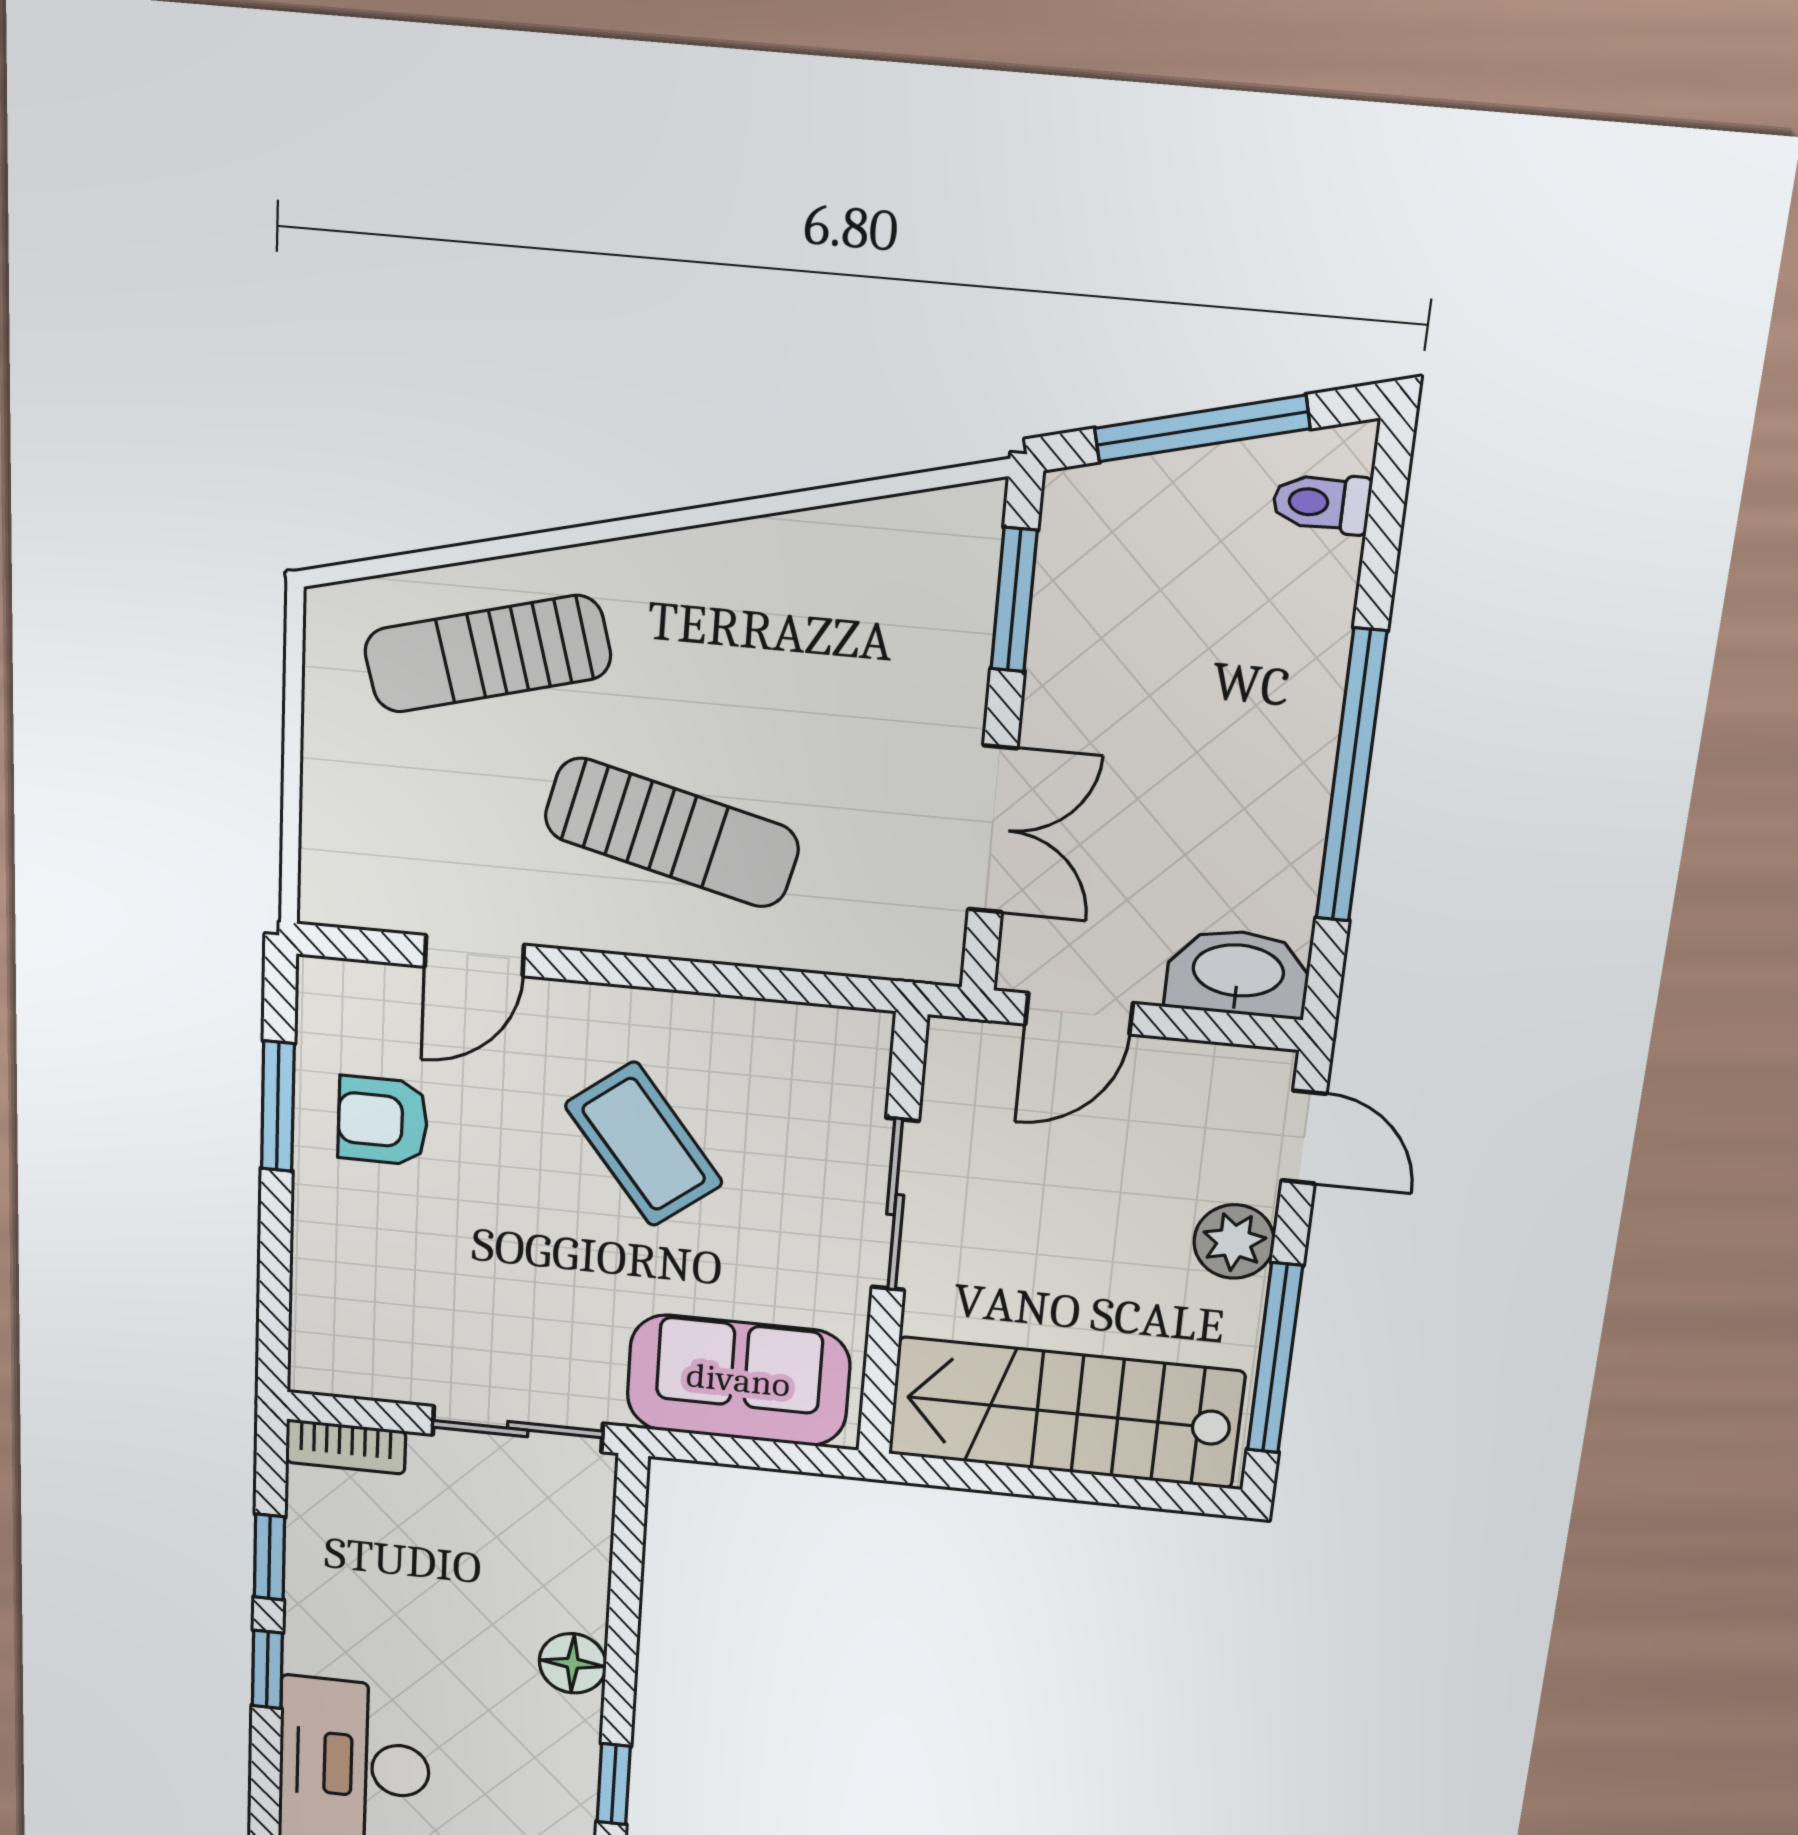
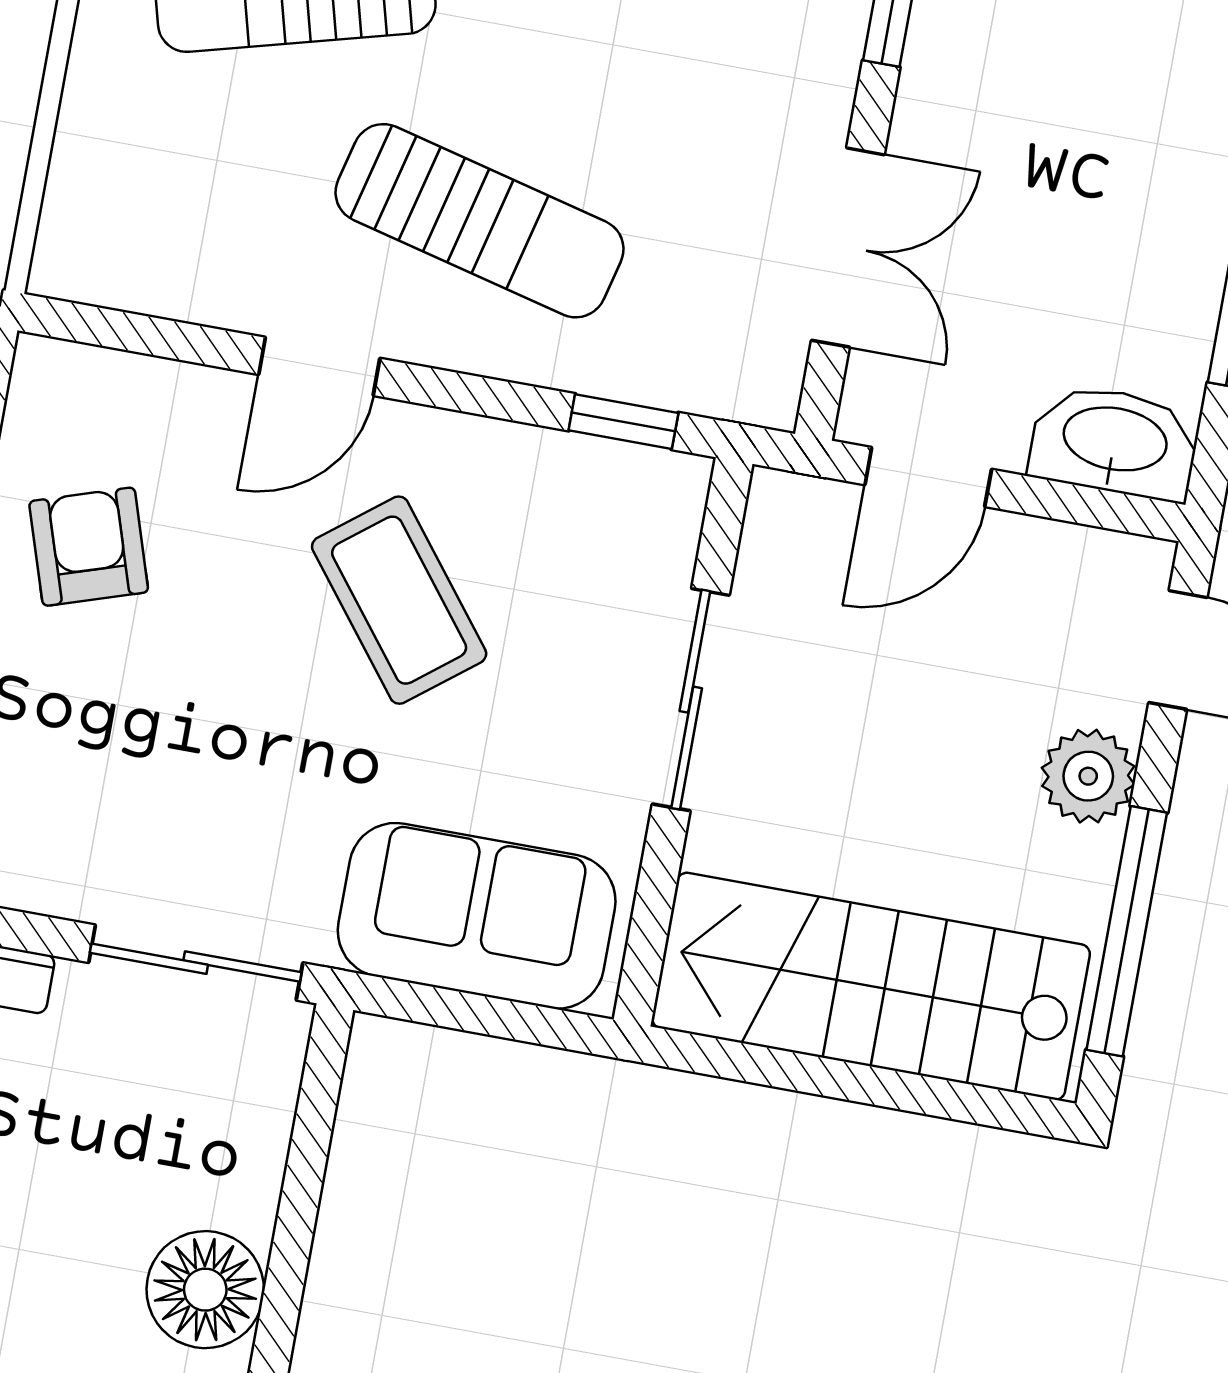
door: (474, 956) -> (319, 366), moved
window: (814, 988) -> (623, 422), added
armchair: (383, 1121) -> (89, 547), turned 72
floor lamp: (573, 1663) -> (205, 1290), width x1.38, depth x1.38

